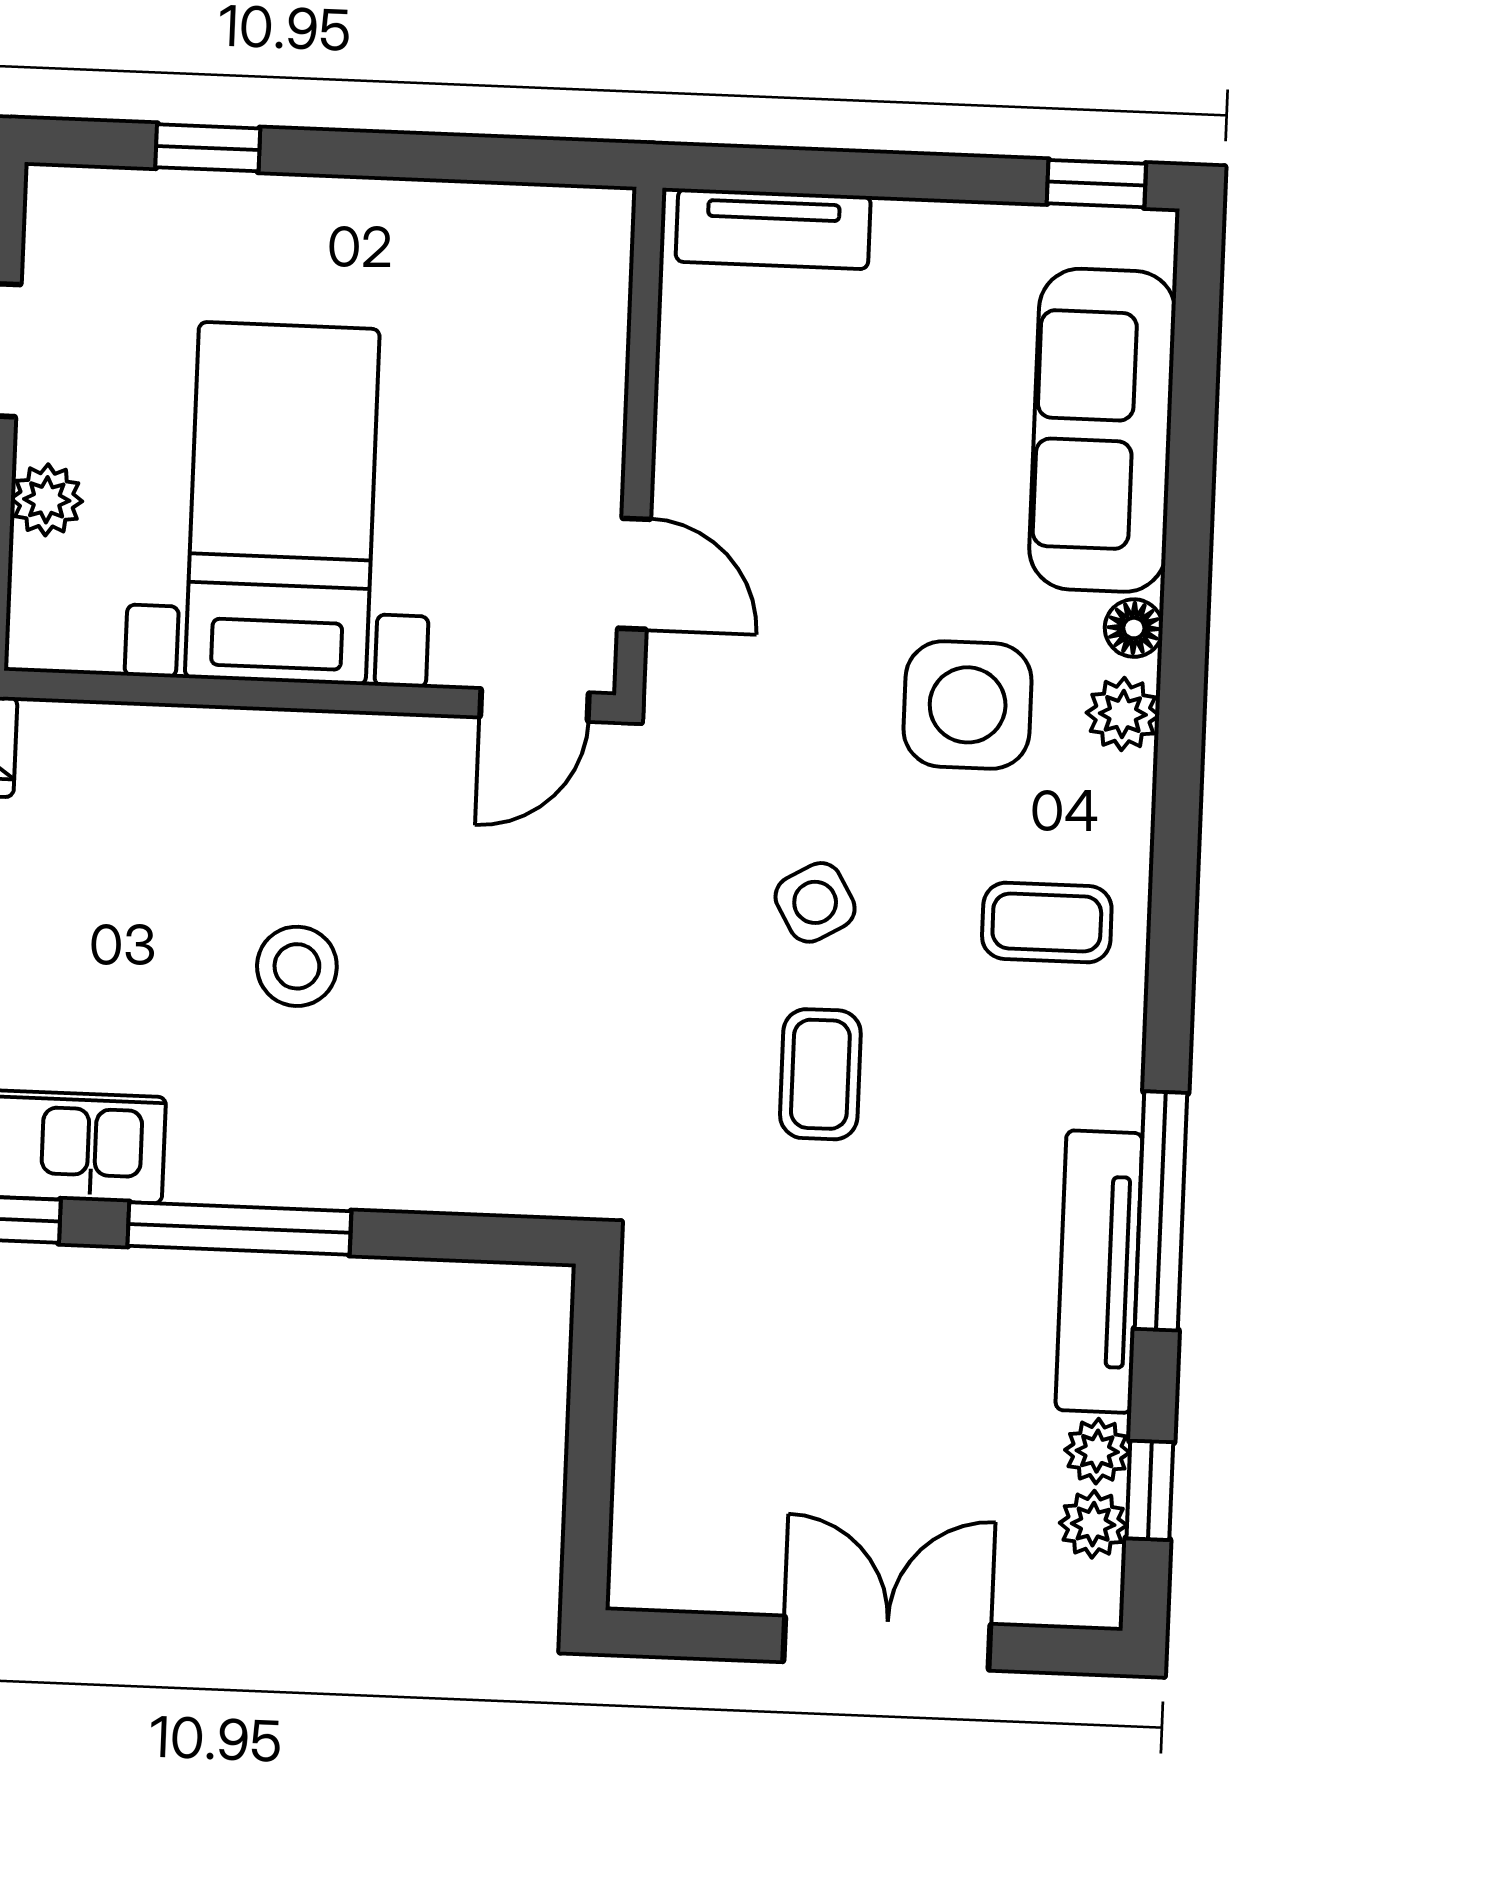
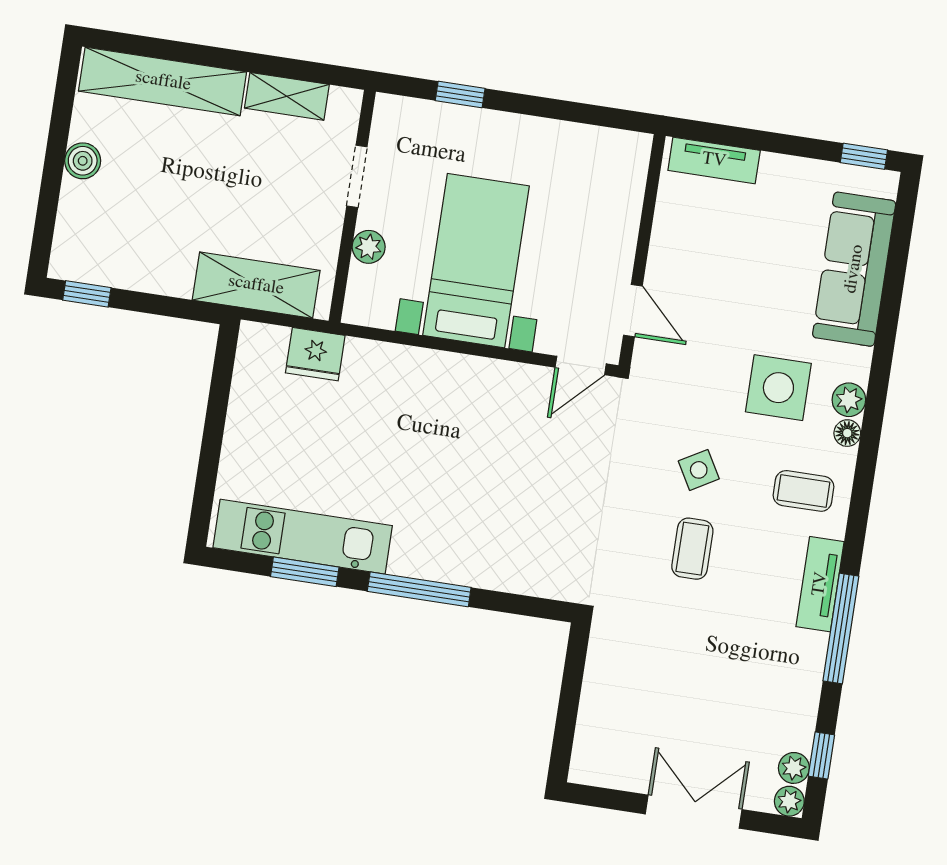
floor lamp: (1134, 628) -> (847, 433), moved
stool: (297, 966) -> (459, 473), removed
tv unit: (1099, 1272) -> (820, 584), moved, width x0.71
plant: (1097, 1451) -> (789, 801), moved

